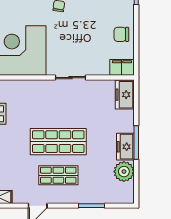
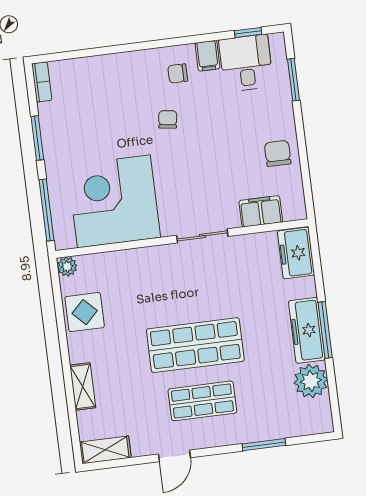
chair: (121, 34) -> (278, 153), turned 90
filing cabinet: (122, 67) -> (261, 211), moved
freezer: (125, 147) -> (307, 330), width x1.40

